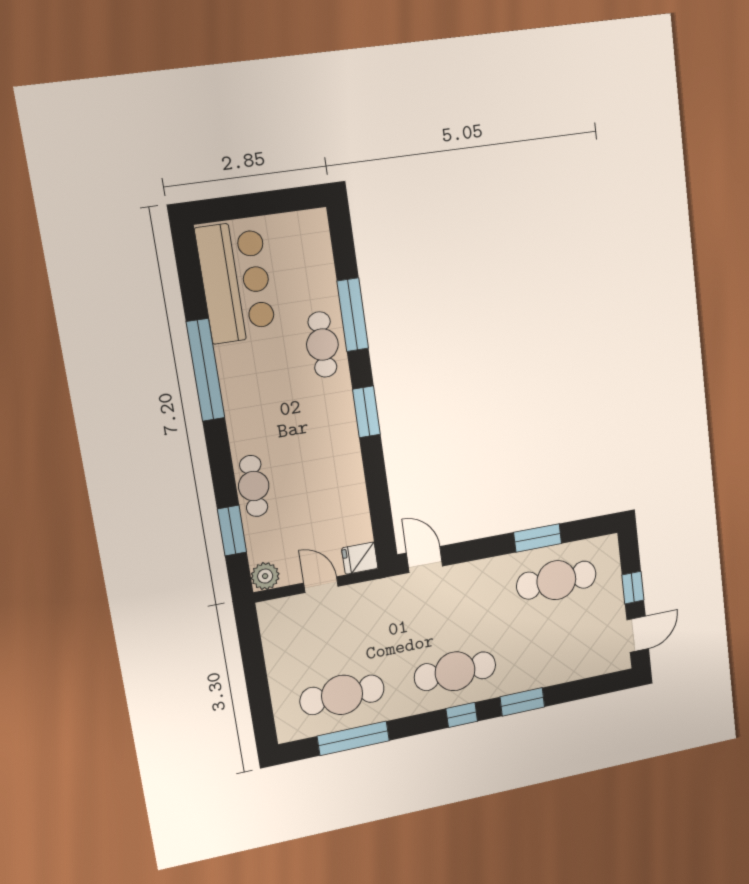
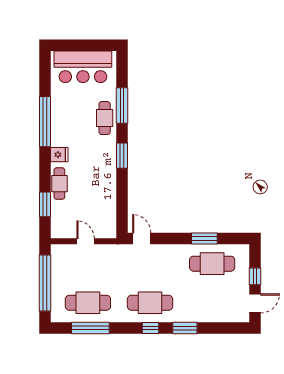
bar counter: (236, 282) -> (83, 67), moved, turned 90
fridge: (360, 558) -> (59, 155), moved, turned 180
plant: (265, 576) -> (58, 231), removed
window: (256, 676) -> (45, 283), added

